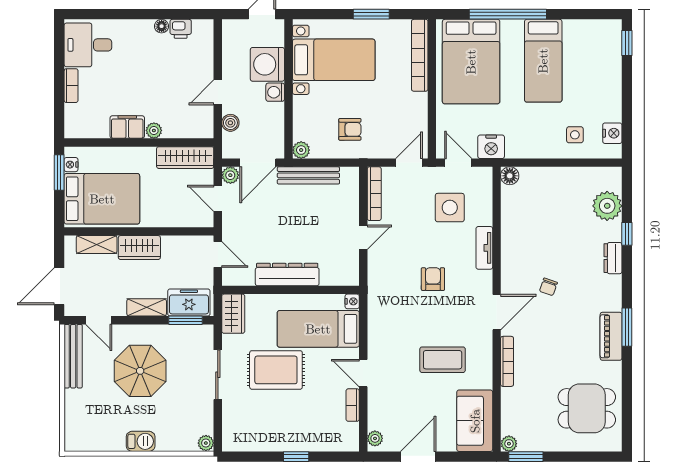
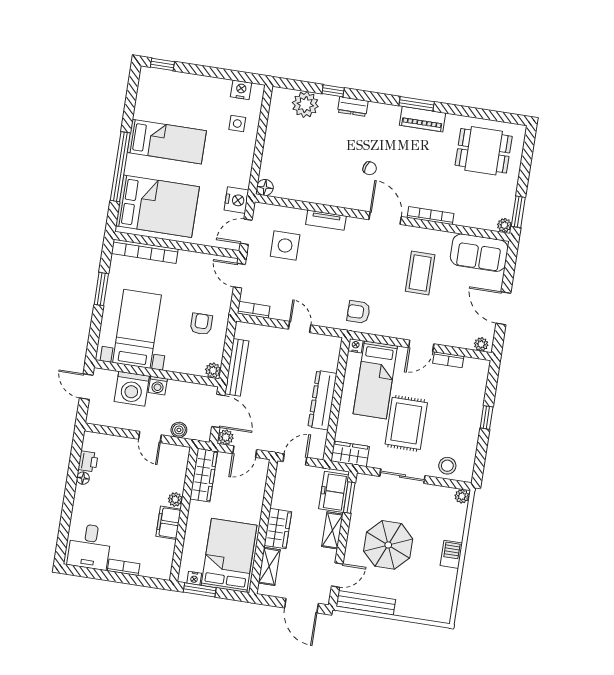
bookcase: (374, 194) -> (254, 310), width x0.64
armchair: (433, 279) -> (359, 312), moved
dining table: (587, 408) -> (484, 151), turned 90
stool: (237, 422) -> (447, 466), added

